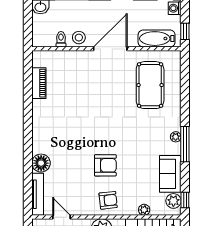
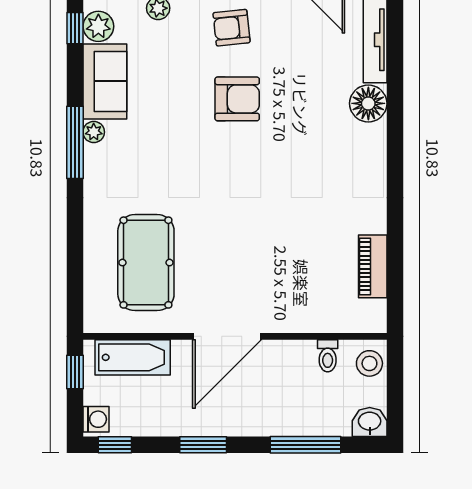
stool: (79, 38) -> (369, 363), moved
plant: (176, 137) -> (94, 132), moved
armchair: (105, 165) -> (237, 99), turned 180

